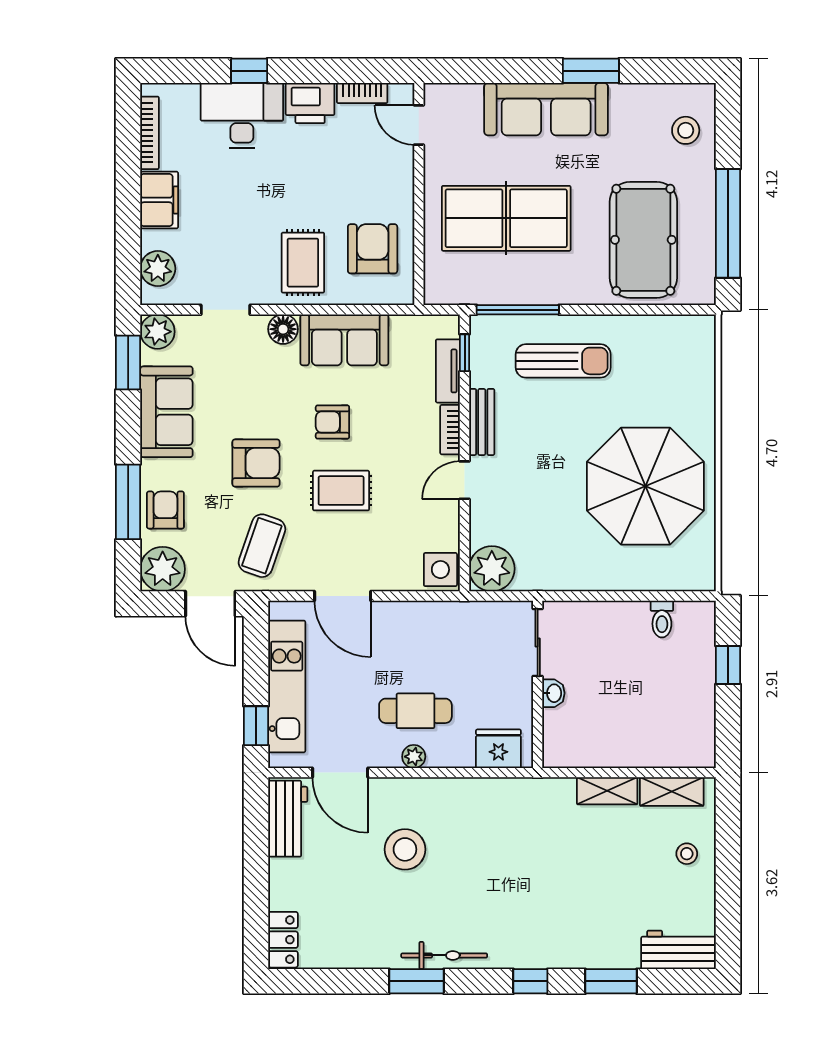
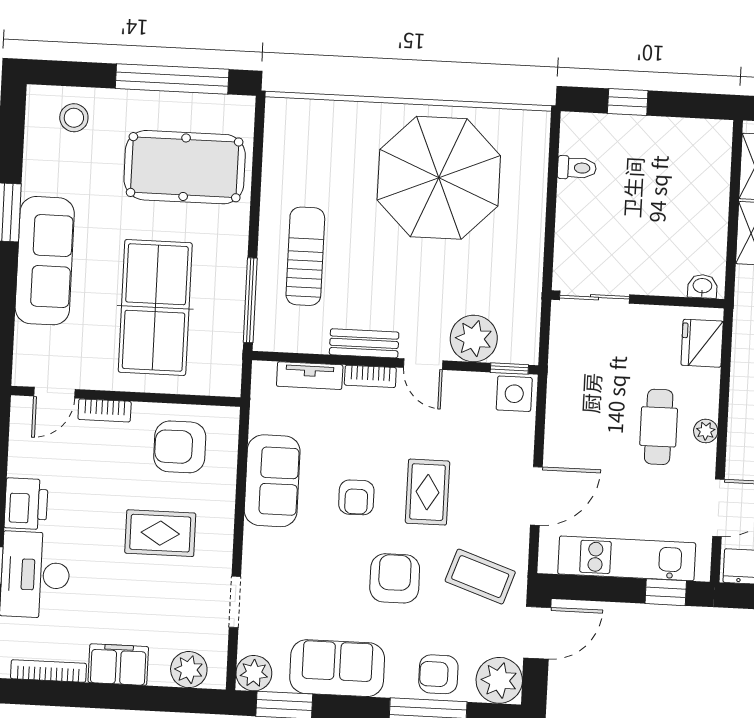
bookcase: (362, 93) -> (105, 410), moved, turned 90
rug: (303, 263) -> (160, 533), moved
floor lamp: (283, 329) -> (258, 544), removed
window: (465, 353) -> (509, 369), moved
plant: (492, 569) -> (474, 338), moved
washbasin: (553, 693) -> (702, 286), moved

